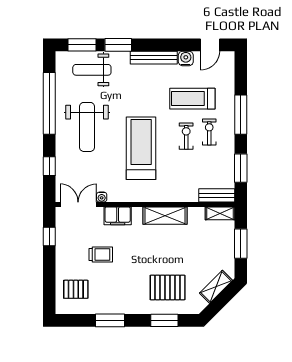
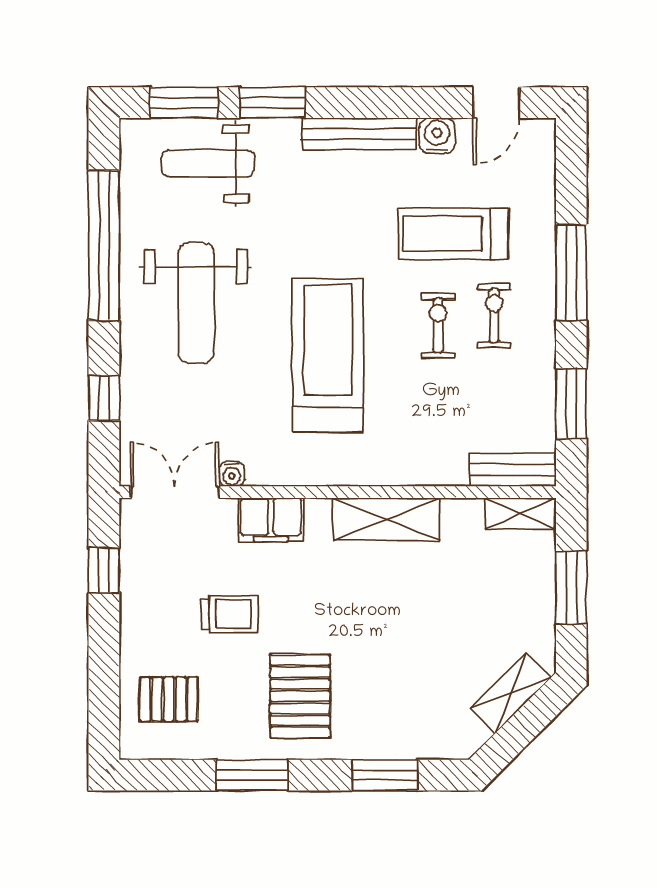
pallet: (168, 287) -> (300, 696), moved, turned 90

